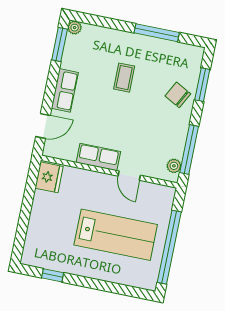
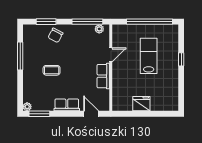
fridge: (49, 177) -> (141, 104), moved
lab bench: (116, 235) -> (149, 56), width x0.73, depth x0.72
window: (53, 275) -> (181, 59), moved

